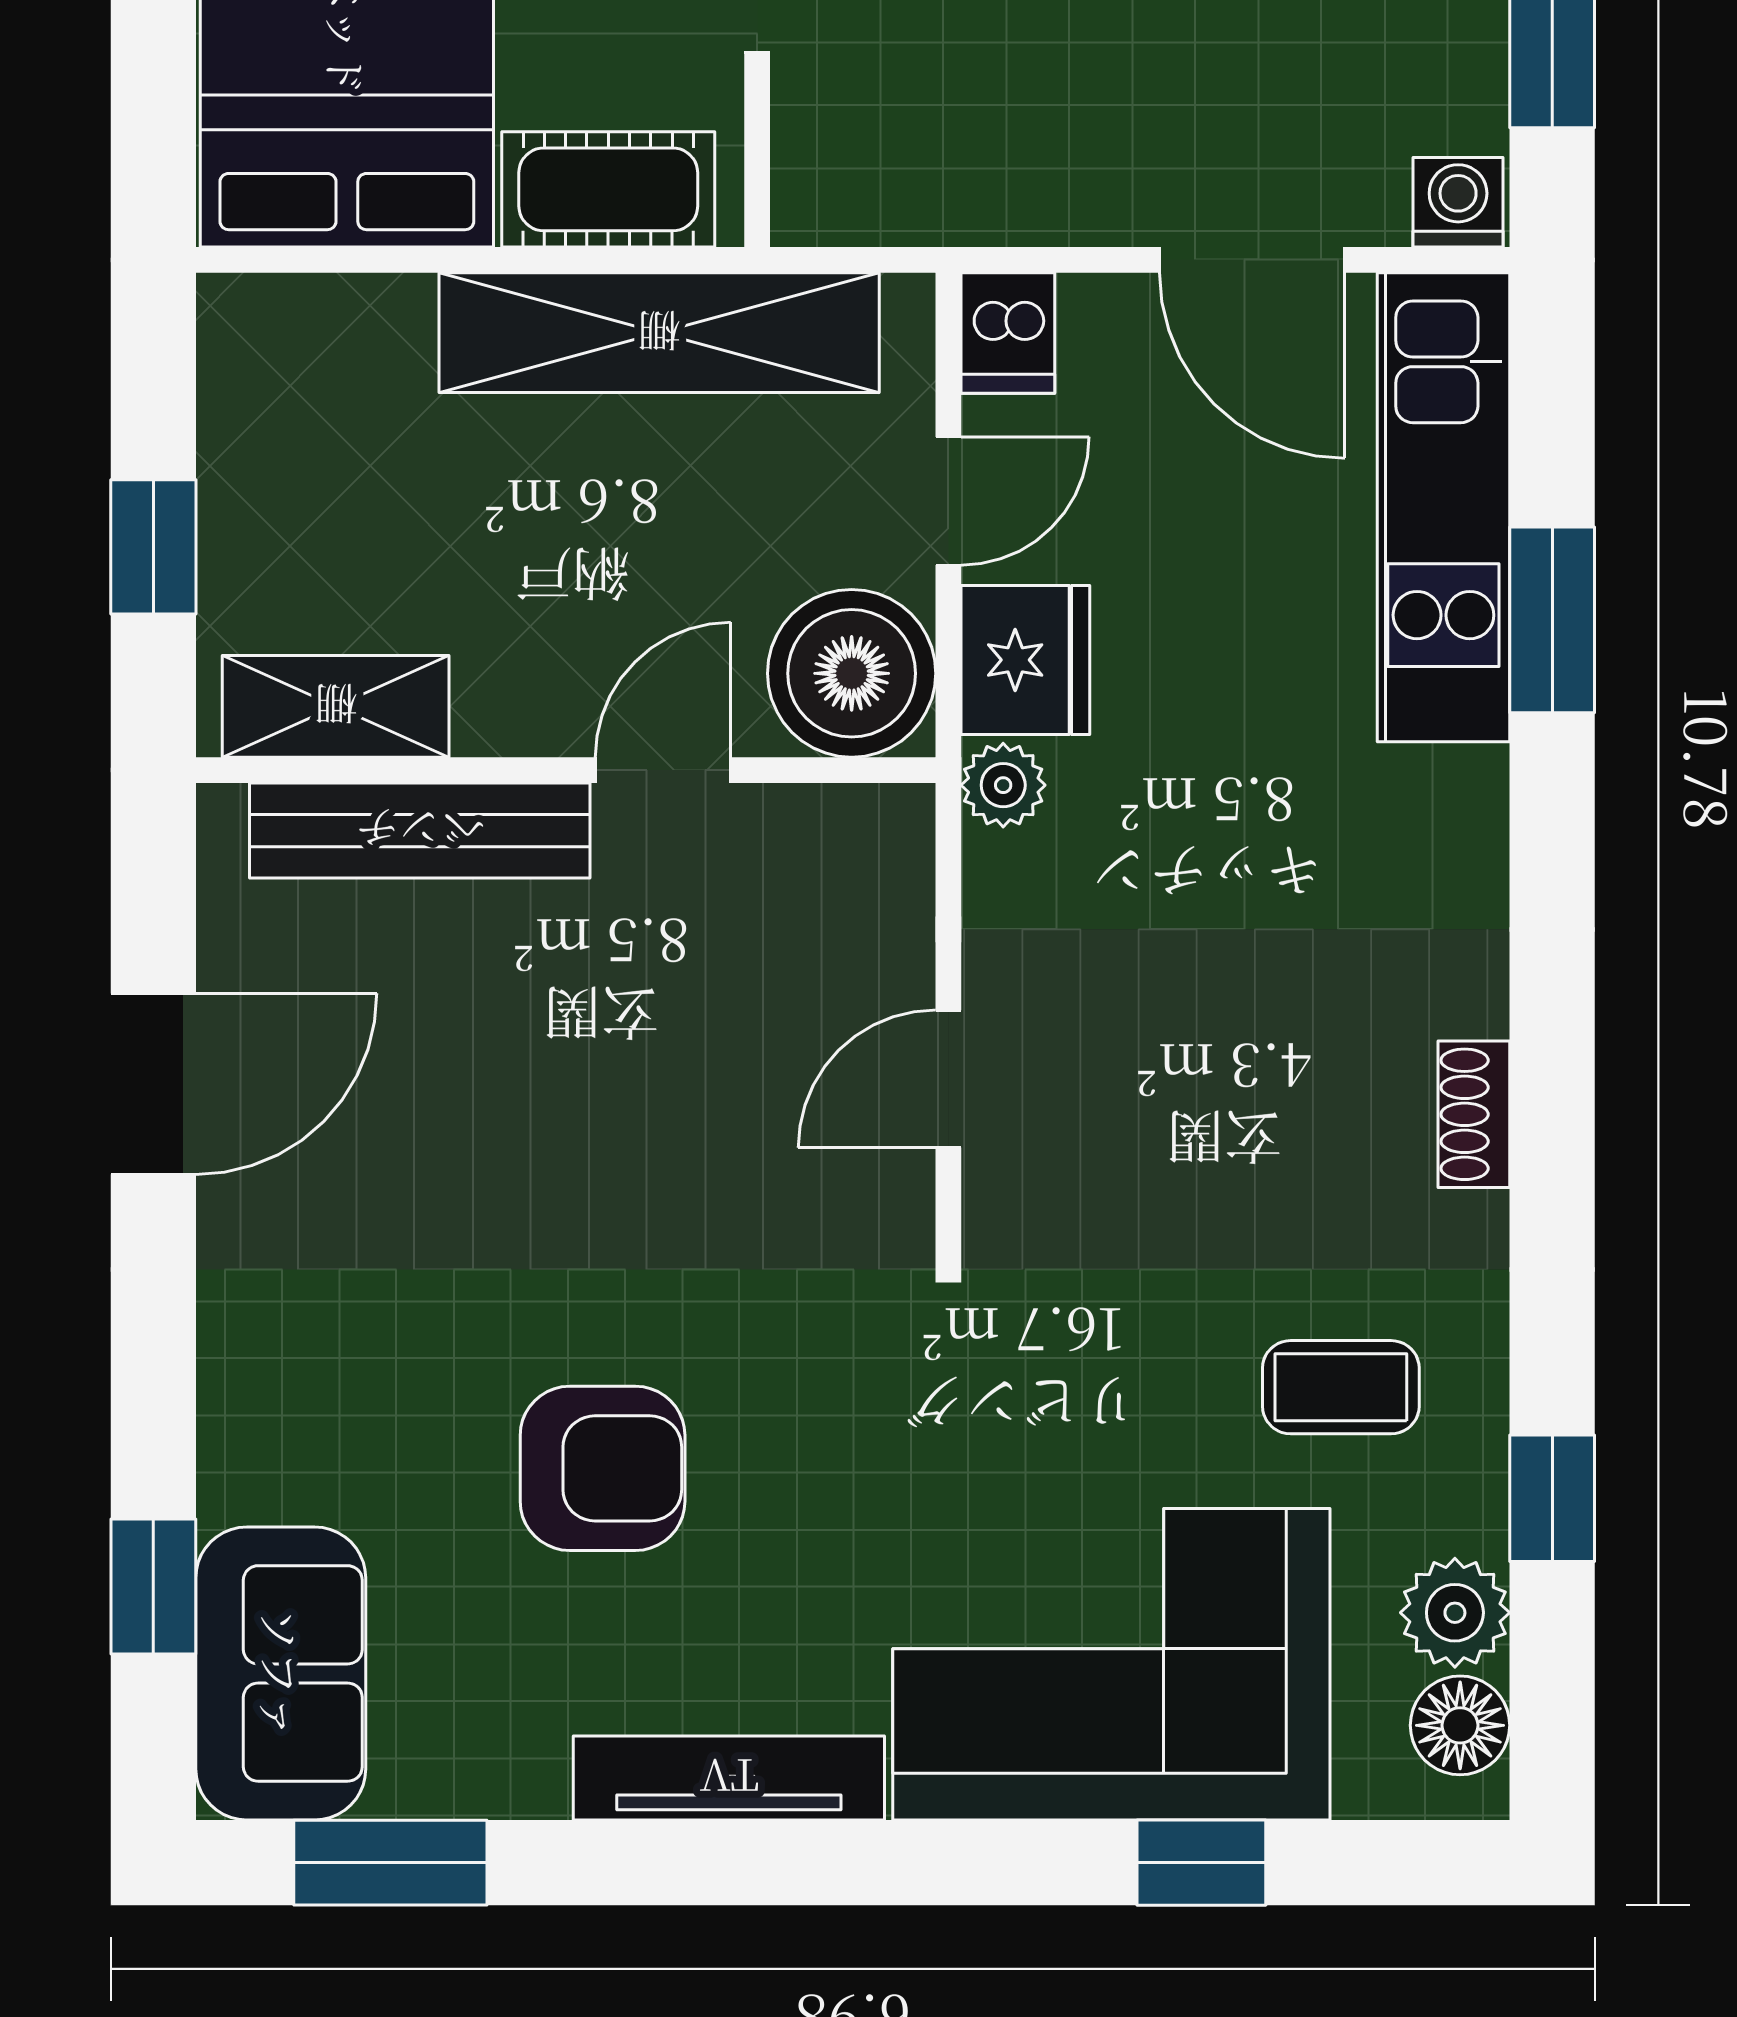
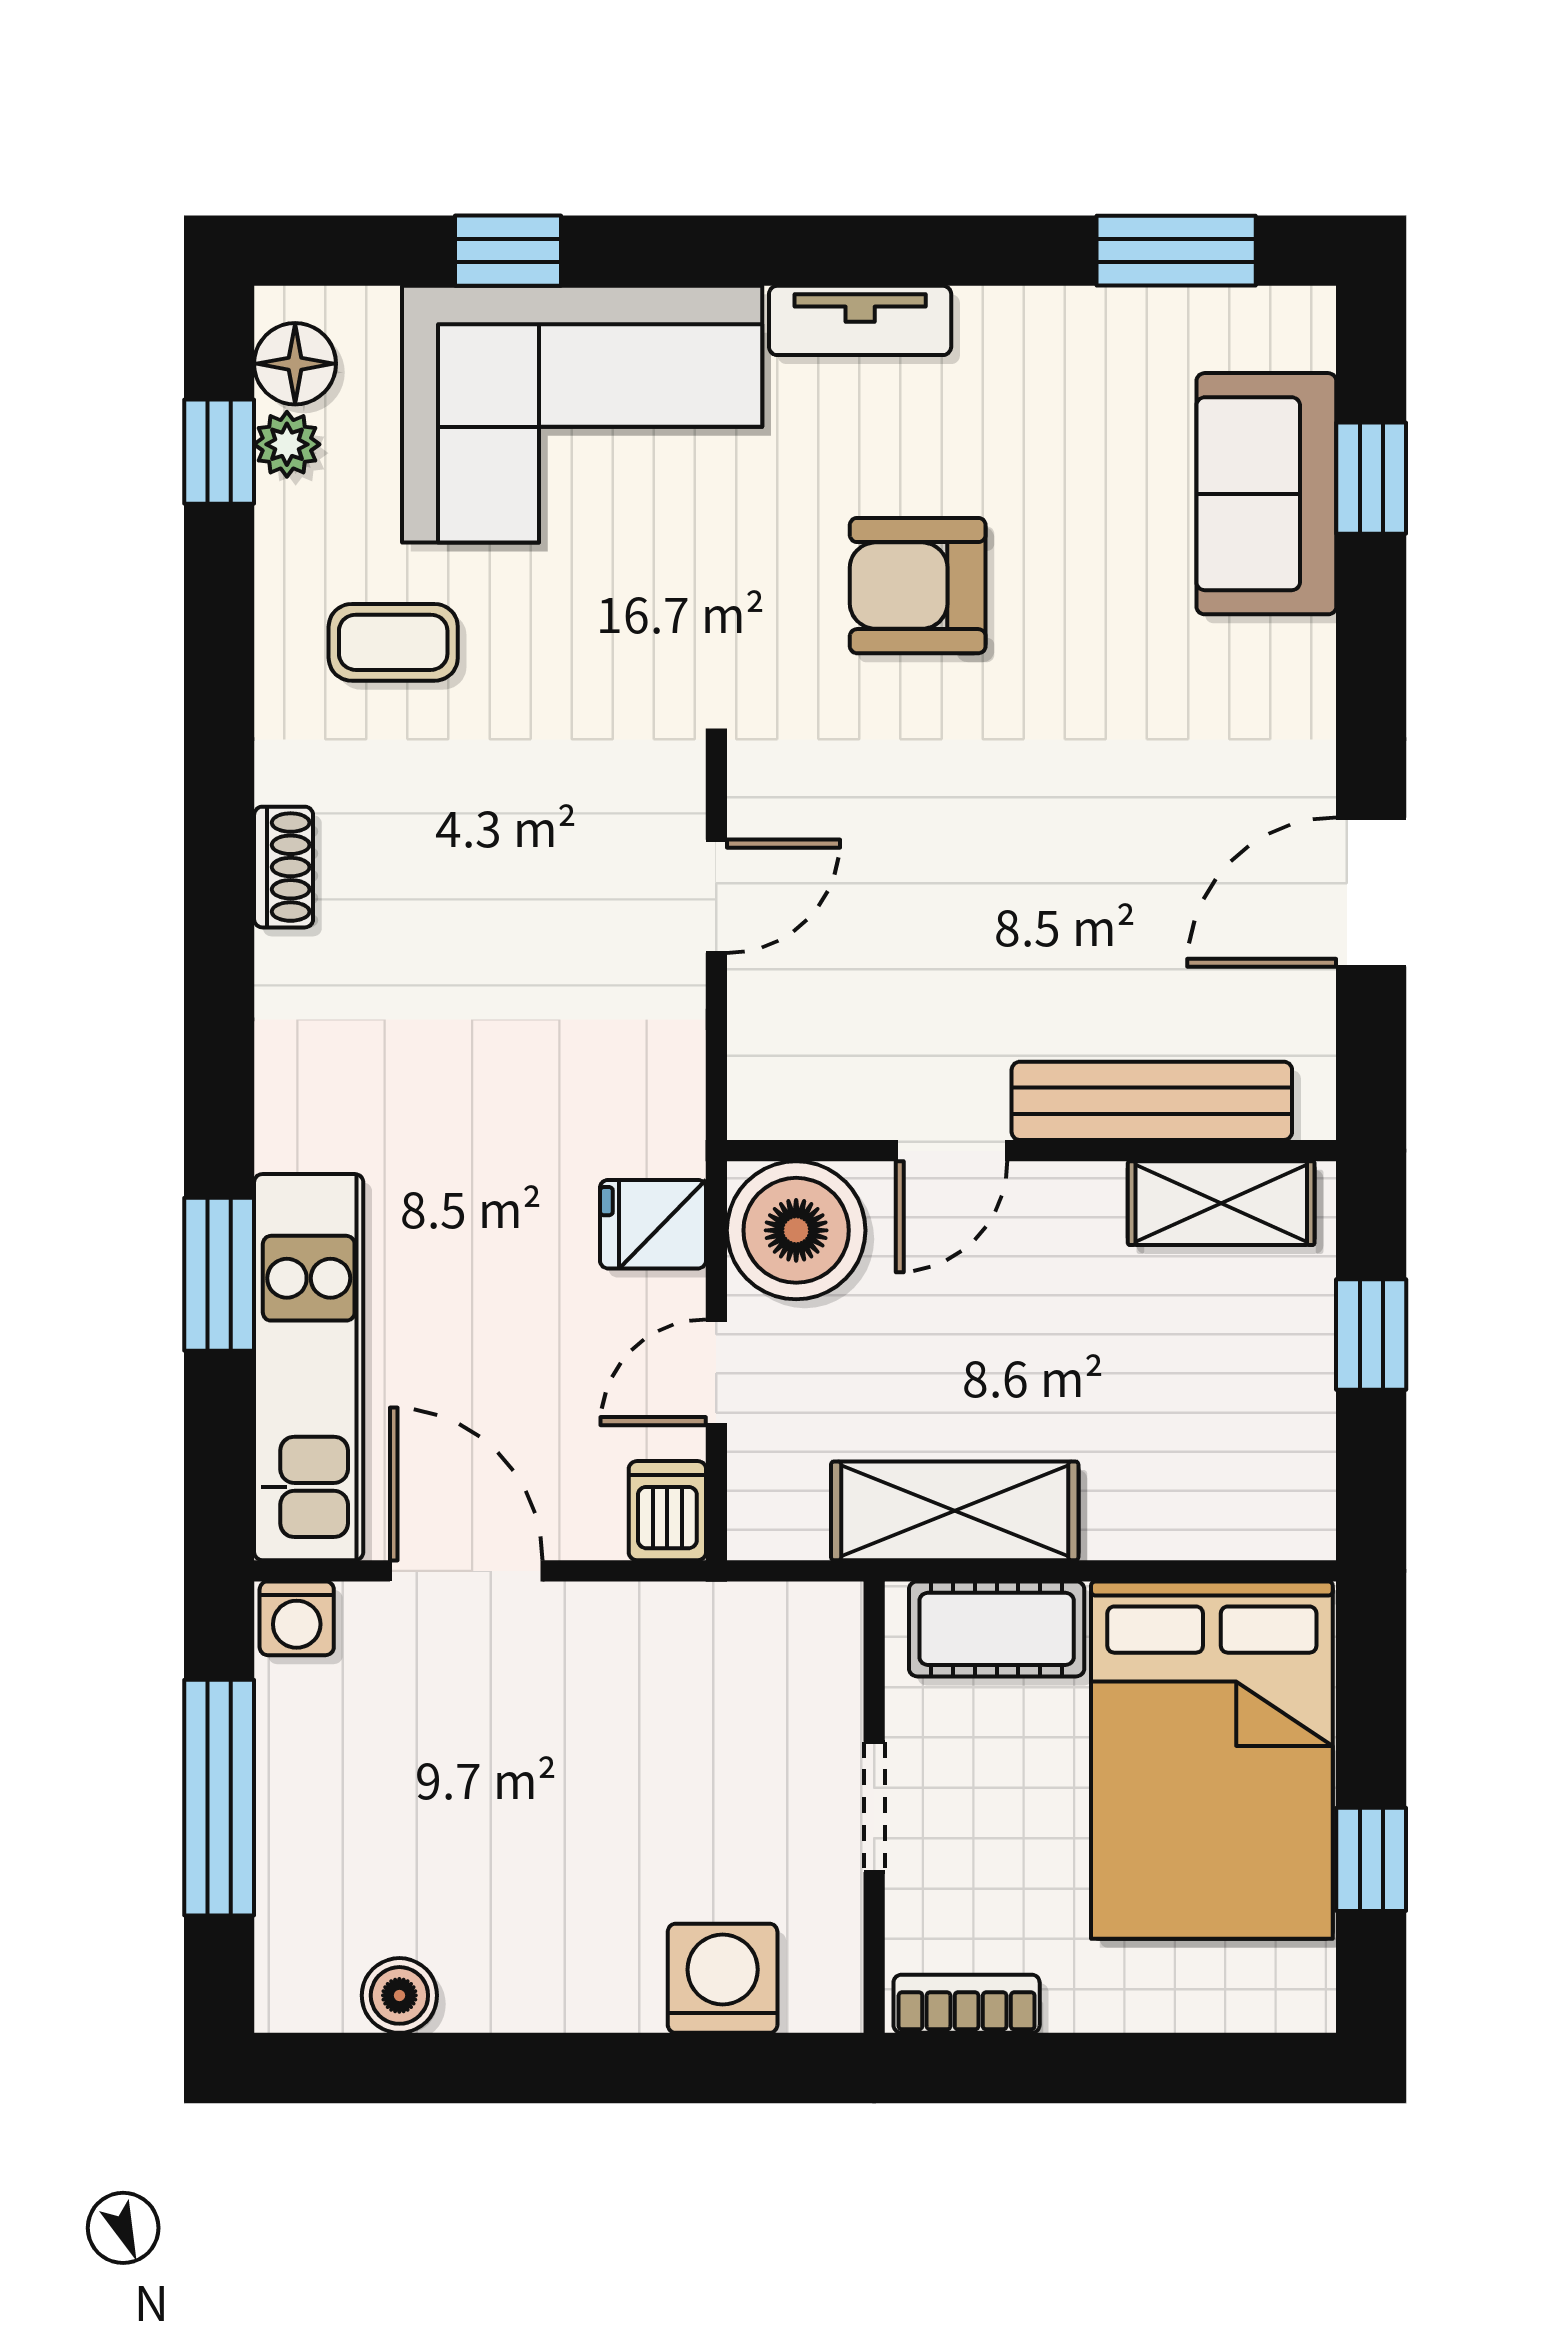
shelving: (659, 333) -> (955, 1511), width x0.68
fridge: (1025, 660) -> (653, 1224), width x0.72
plant: (1003, 785) -> (671, 1138), removed
armchair: (603, 1468) -> (918, 586), moved
window: (1552, 1498) -> (219, 452), moved
plant: (1455, 1613) -> (287, 444), width x0.73, depth x0.73
sofa: (281, 1673) -> (1266, 494), moved
tv unit: (729, 1778) -> (860, 320), width x0.71

